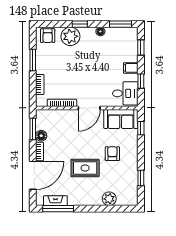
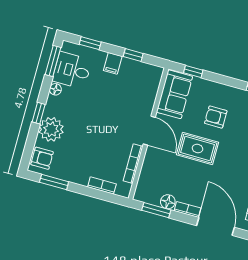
window: (33, 60) -> (54, 182), moved
desk: (125, 93) -> (72, 70), moved, turned -90
rug: (85, 168) -> (198, 149), moved, turned 90

